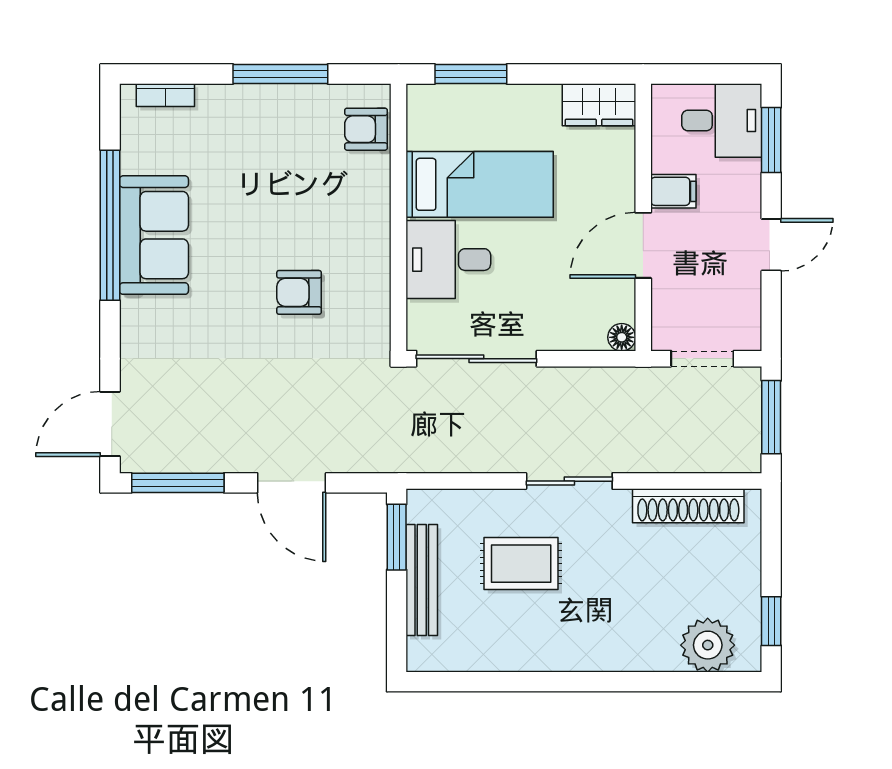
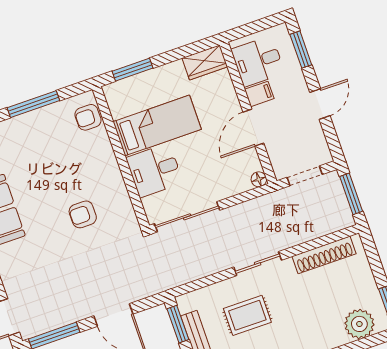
desk: (722, 121) -> (258, 61), moved, turned 180

